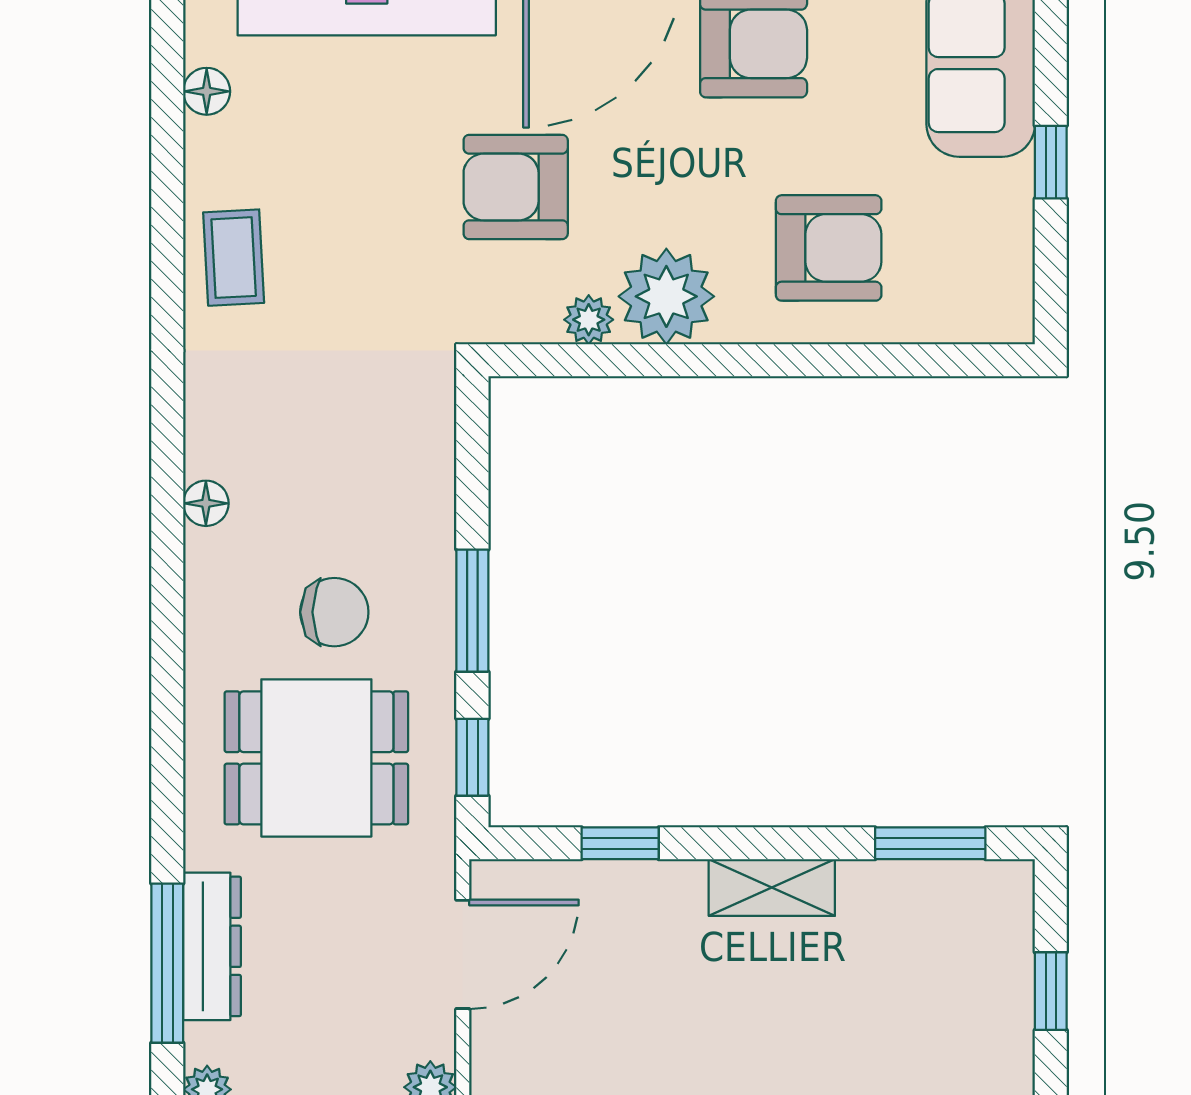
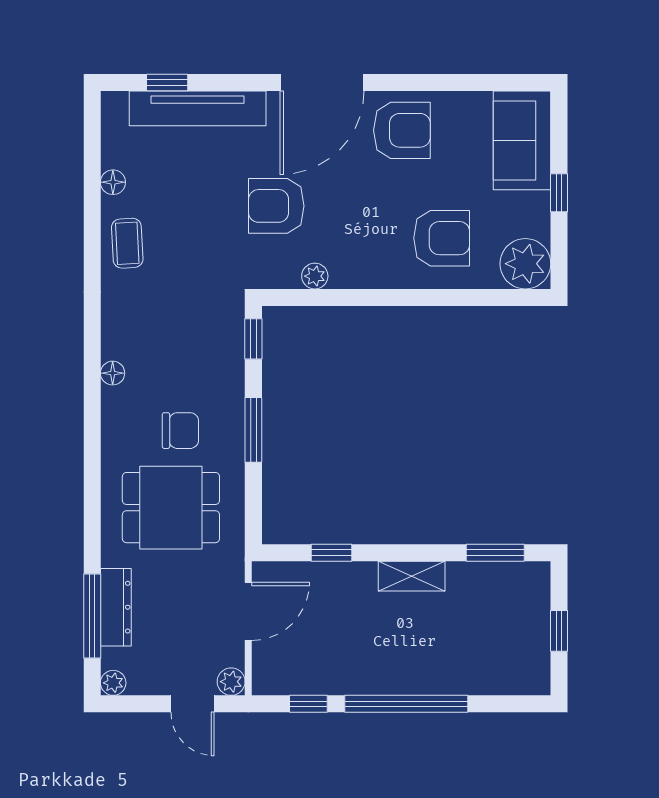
floor lamp: (207, 91) -> (113, 182), moved
plant: (666, 296) -> (525, 264), moved
window: (472, 757) -> (253, 339), moved

